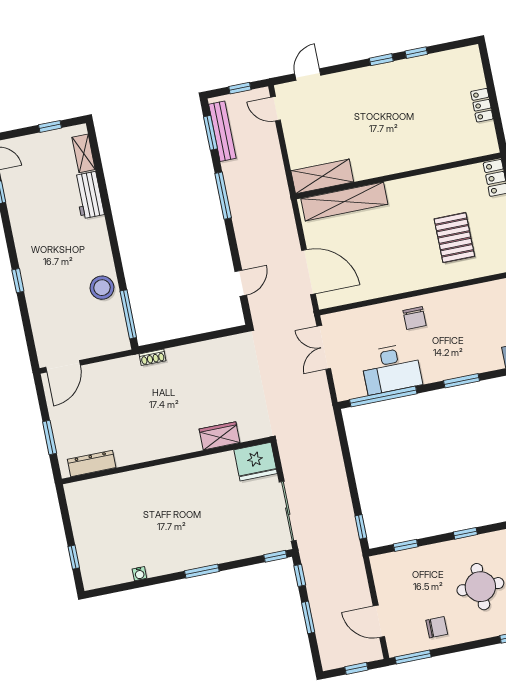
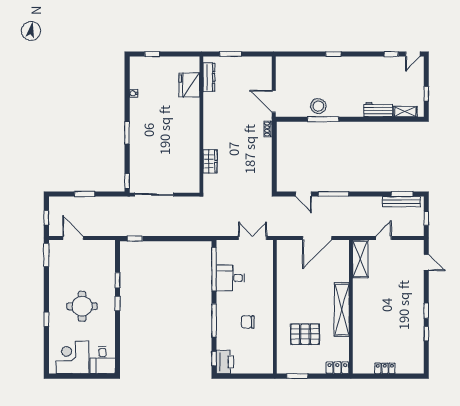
door: (276, 109) -> (384, 238), moved
window: (223, 196) -> (333, 194), moved
shelving: (344, 201) -> (342, 309), moved
door: (308, 272) -> (317, 238), moved
window: (128, 314) -> (323, 119), moved
chair: (414, 318) -> (248, 322), moved
door: (63, 366) -> (274, 101), moved
desk: (391, 369) -> (230, 278), width x0.73
window: (461, 381) -> (214, 320), width x1.44
fridge: (256, 462) -> (189, 85), moved
window: (406, 545) -> (118, 280), moved
window: (300, 575) -> (112, 194), removed
door: (379, 621) -> (73, 238), hinge flipped
chair: (437, 627) -> (62, 274), removed

